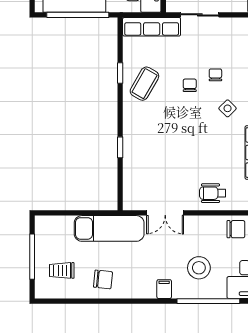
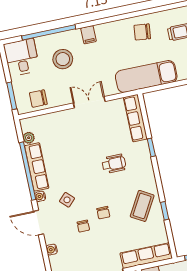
row of seats: (131, 184) -> (135, 118), added
wheelchair: (213, 193) -> (114, 164), moved
double door: (165, 213) -> (89, 102), moved

